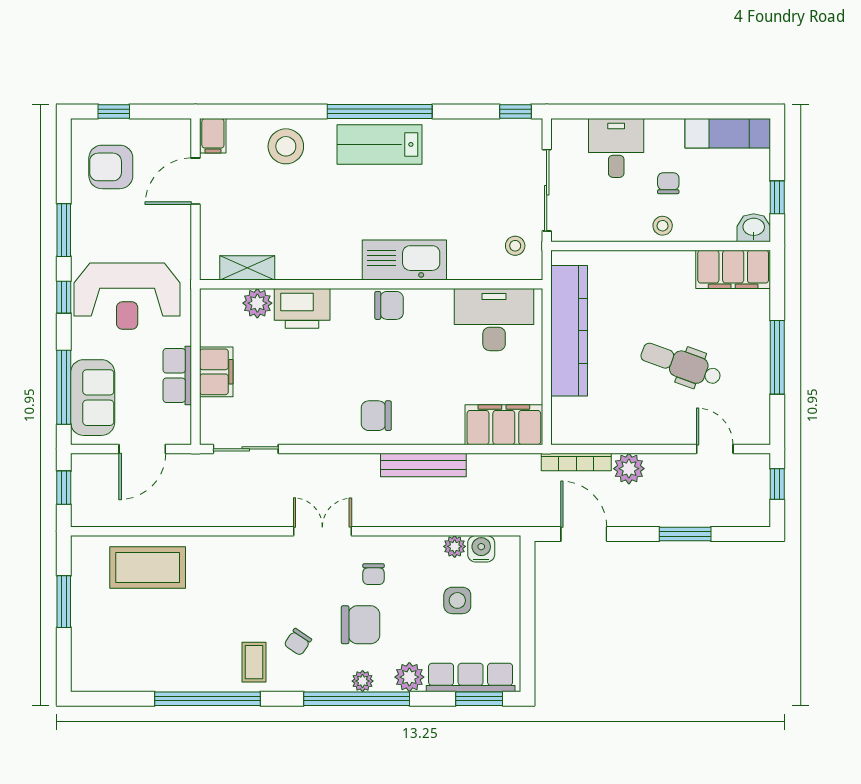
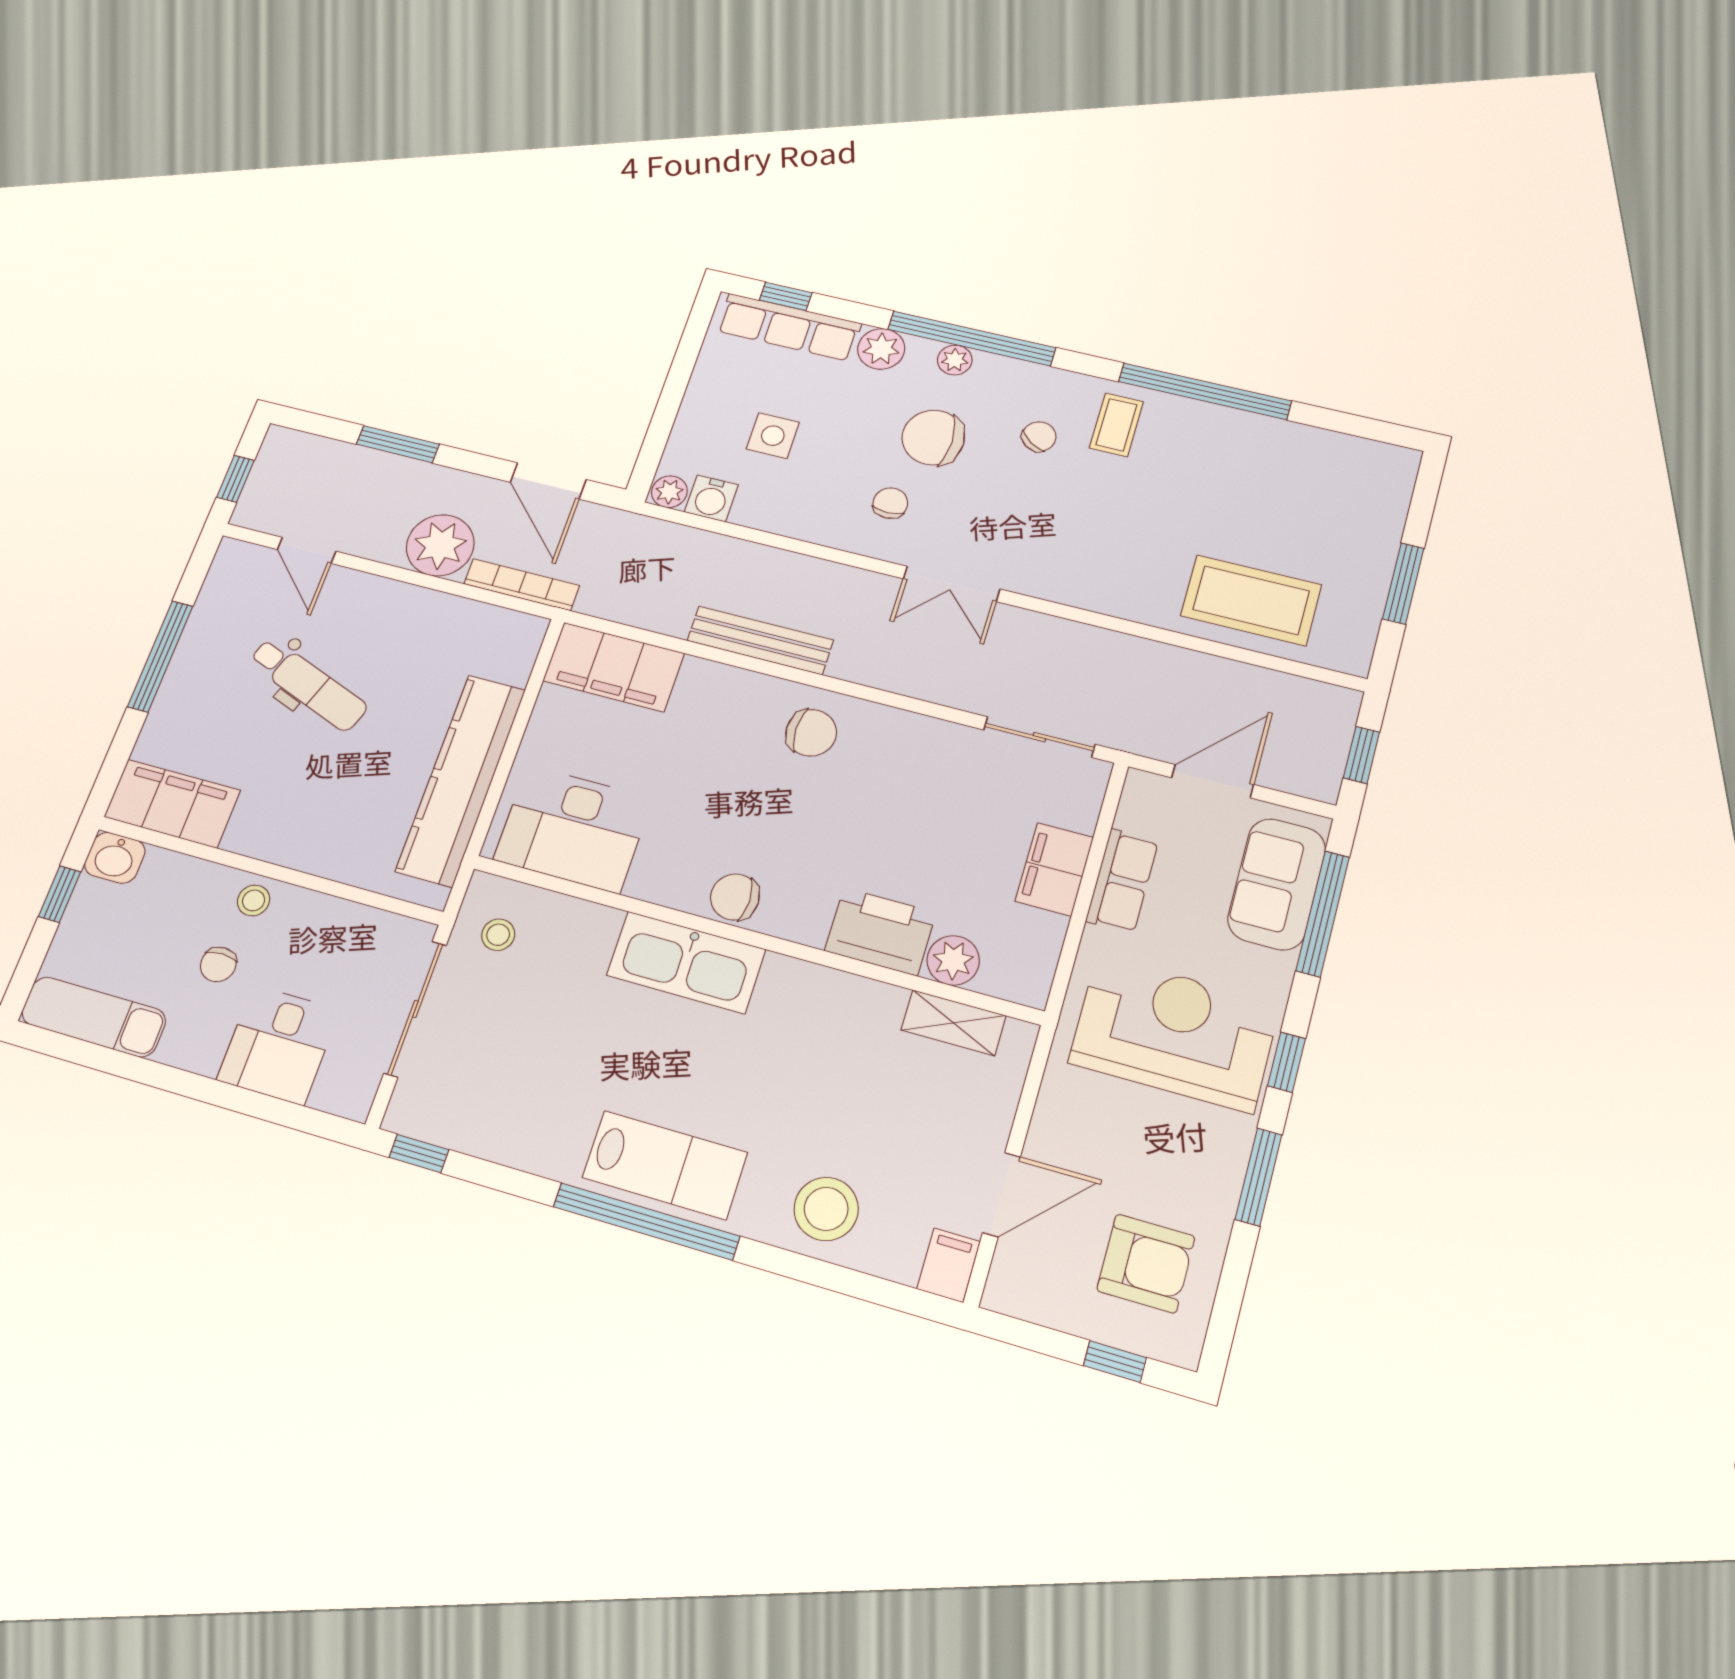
plant: (629, 469) -> (440, 545), width x1.36, depth x1.36
plant: (455, 546) -> (669, 492), moved
window: (479, 699) -> (786, 296), width x0.67

